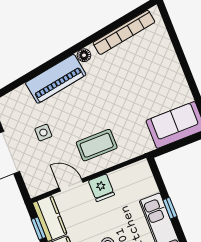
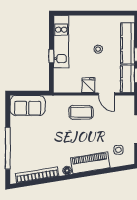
window: (180, 54) -> (8, 148), added
side table: (43, 133) -> (118, 150), moved

